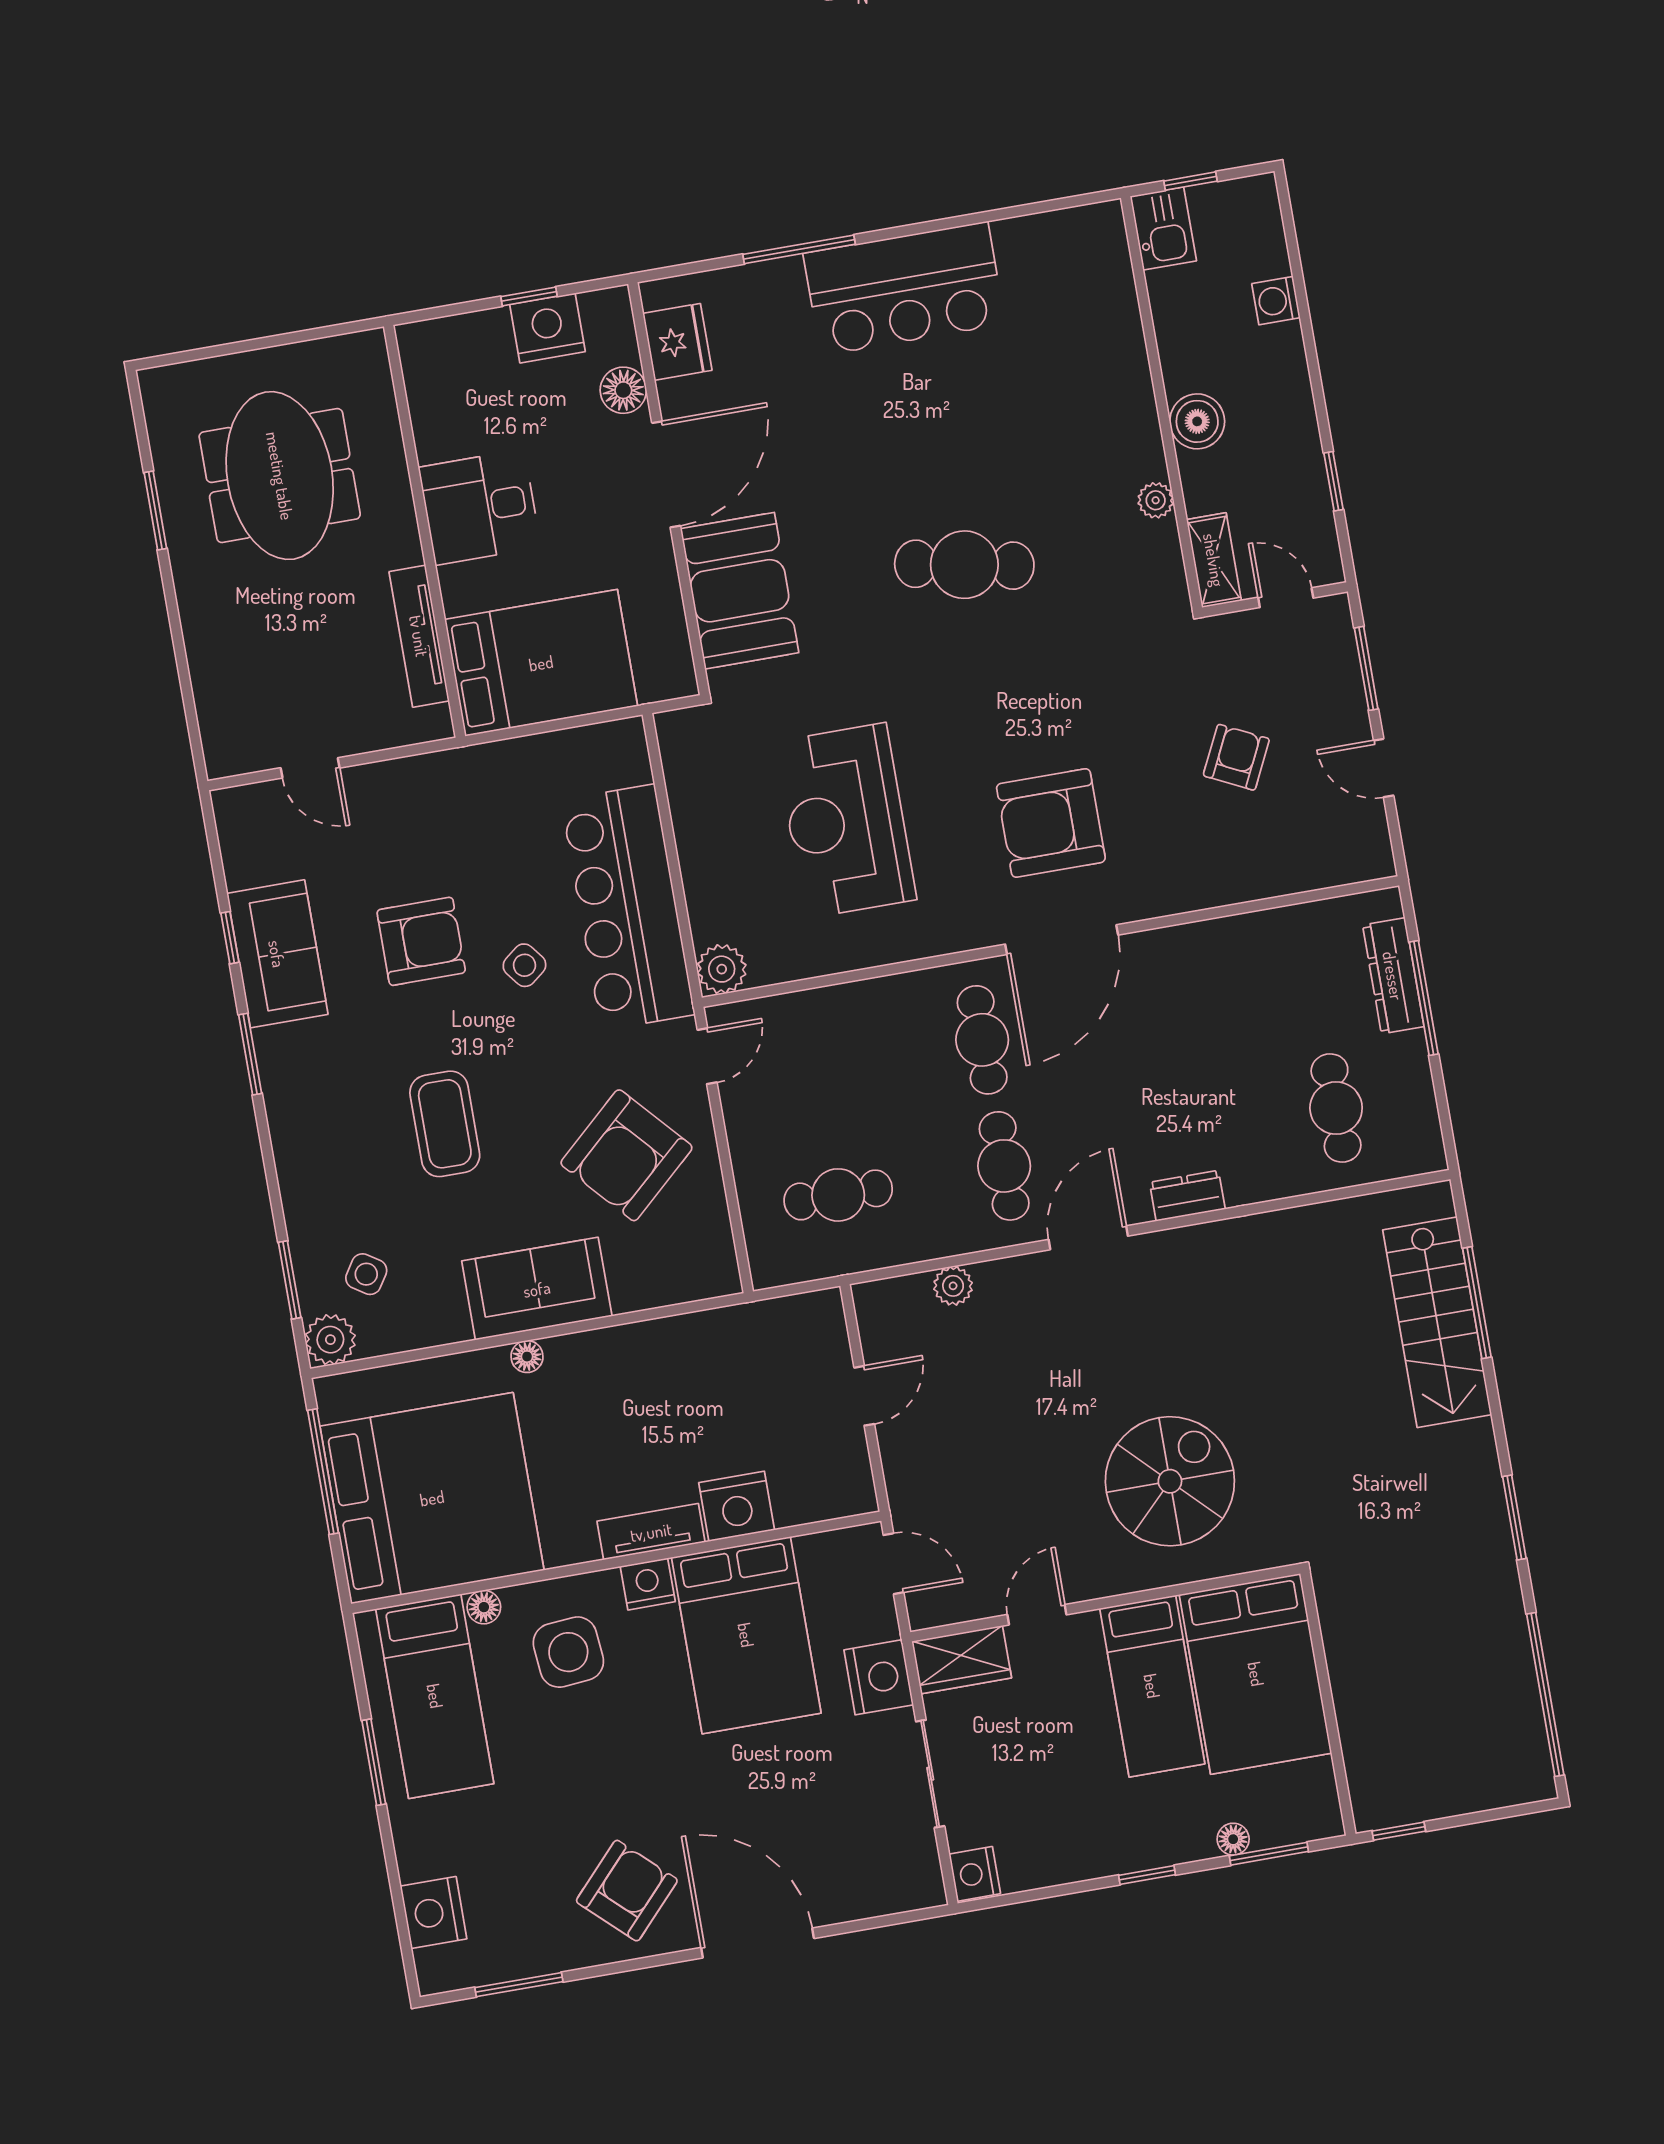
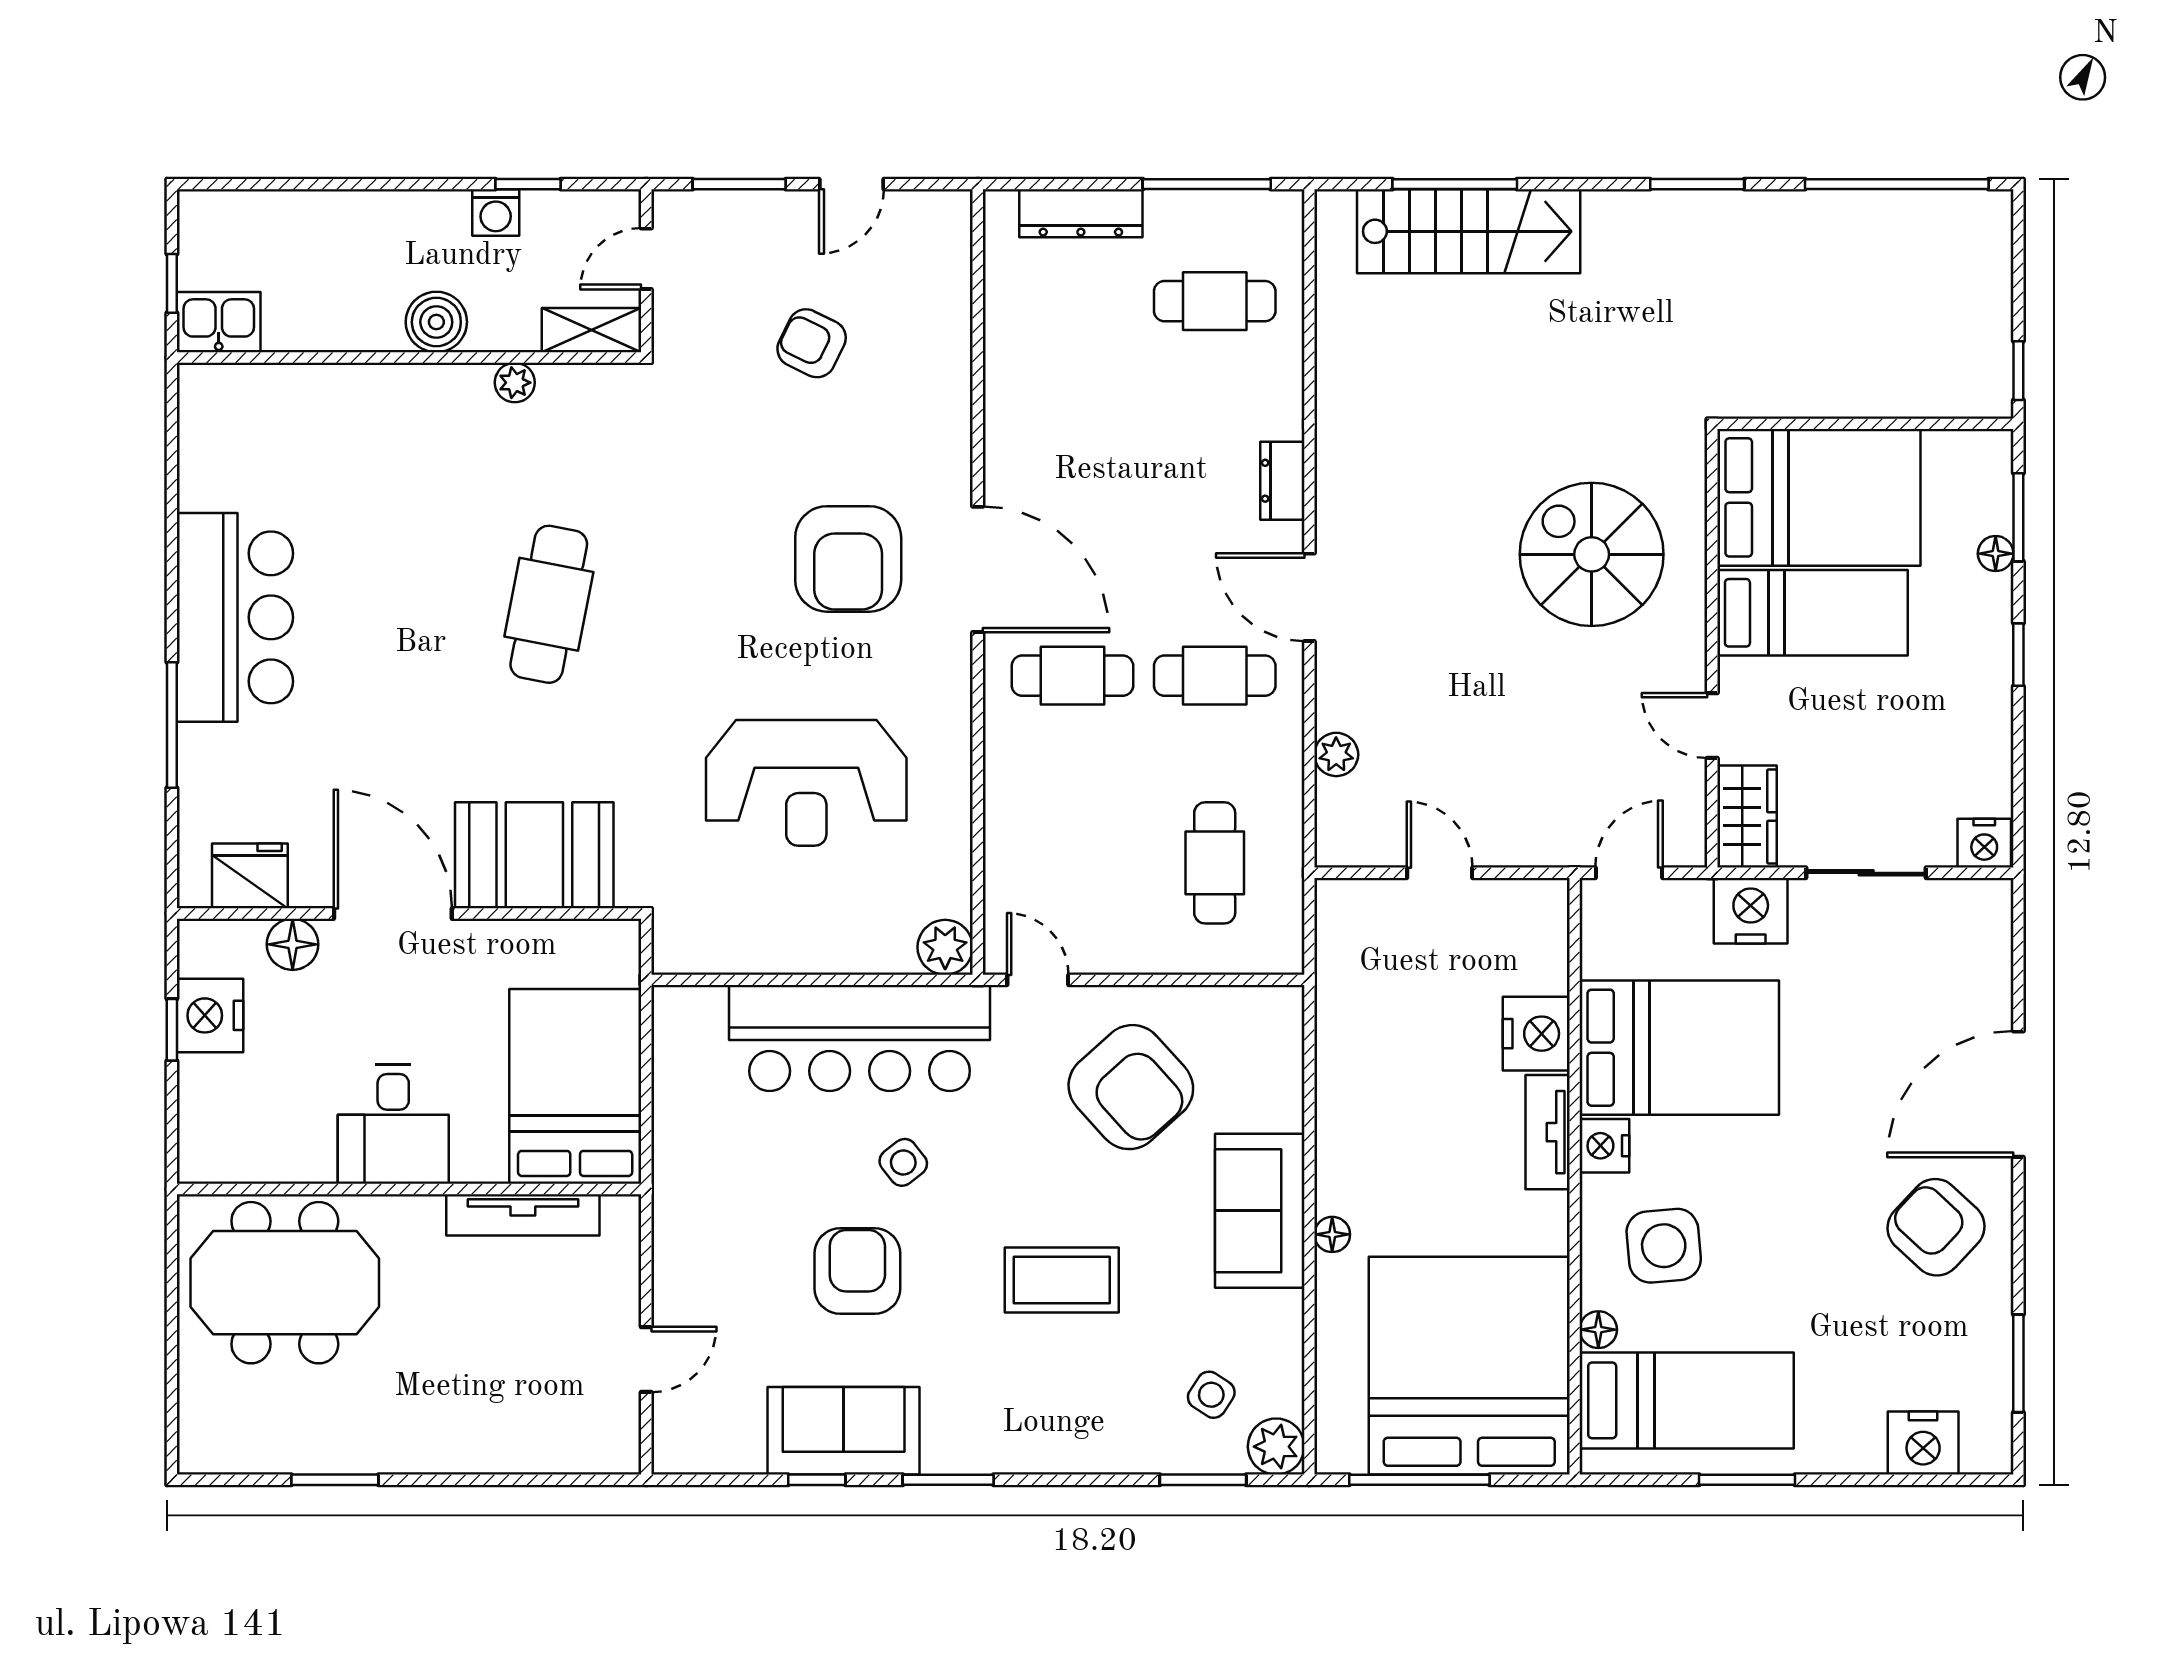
washing machine: (1276, 301) -> (496, 213), moved
meeting table: (280, 476) -> (285, 1283), moved
window: (1424, 998) -> (1207, 184), moved

